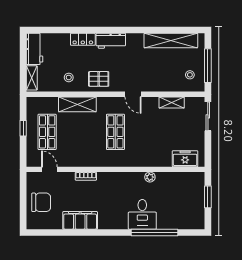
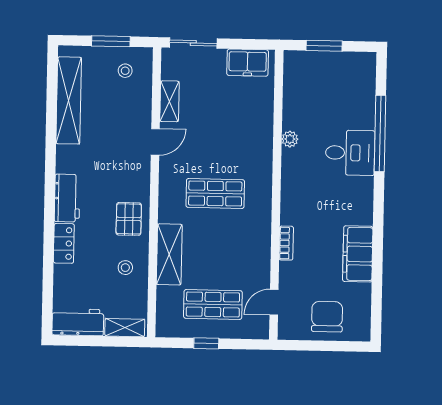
window: (208, 66) -> (111, 41), width x0.69
door: (133, 94) -> (155, 142), moved
freezer: (185, 159) -> (248, 63), moved, turned -90

